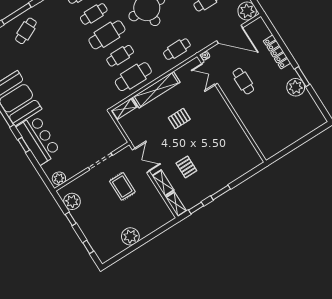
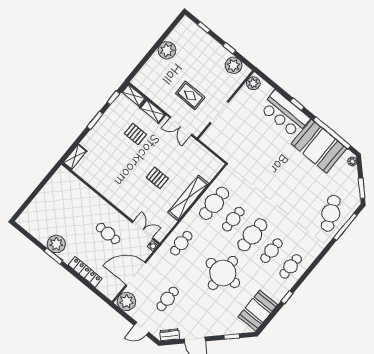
cafe table: (26, 31) -> (331, 213), width x1.37, depth x1.35
shelving: (124, 109) -> (75, 157), moved
pallet: (179, 118) -> (157, 178), turned 90

